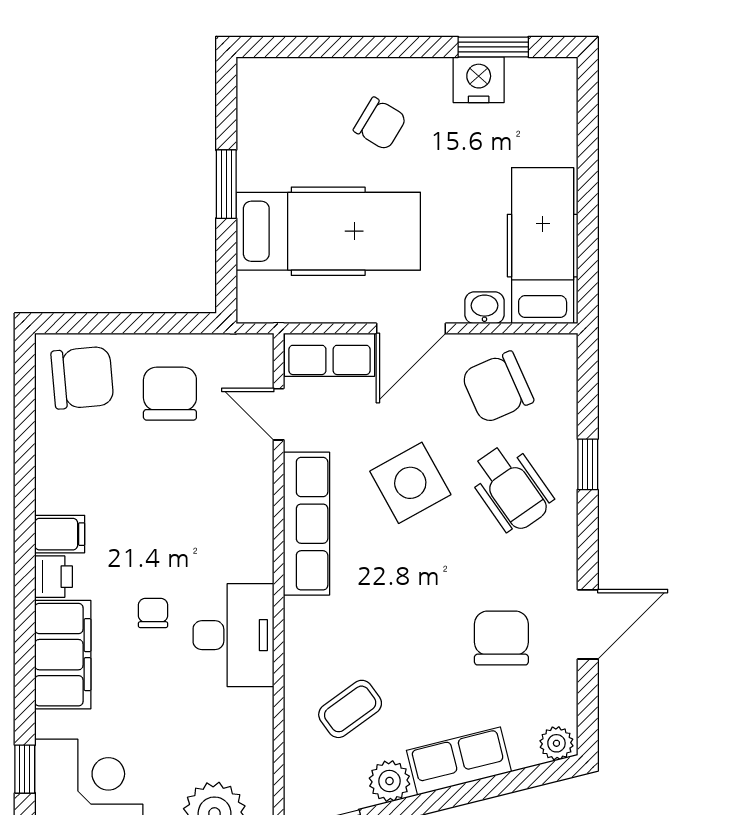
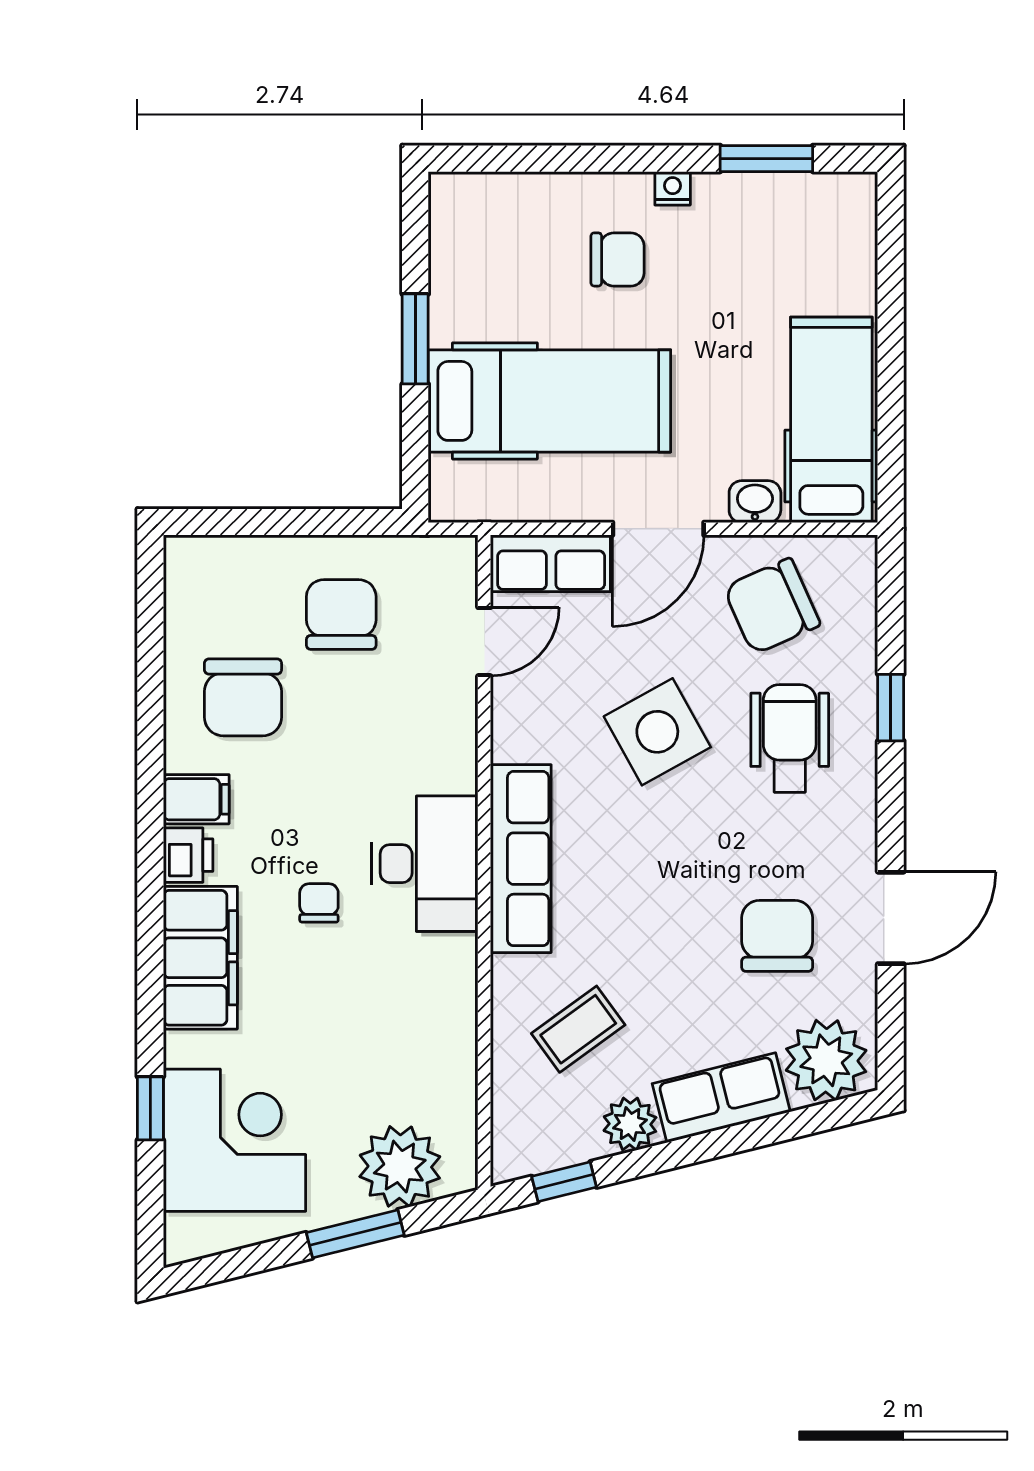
nightstand: (479, 80) -> (673, 188), moved, width x0.53, depth x0.56
chair: (380, 124) -> (617, 259), turned -31
chair: (82, 378) -> (243, 697), moved, turned 95
door: (279, 414) -> (484, 642), swing flipped
wheelchair: (511, 488) -> (790, 738), turned -145
row of seats: (306, 524) -> (521, 859), moved
desk: (233, 635) -> (425, 864), moved
plant: (556, 743) -> (826, 1060), width x1.87, depth x1.87

